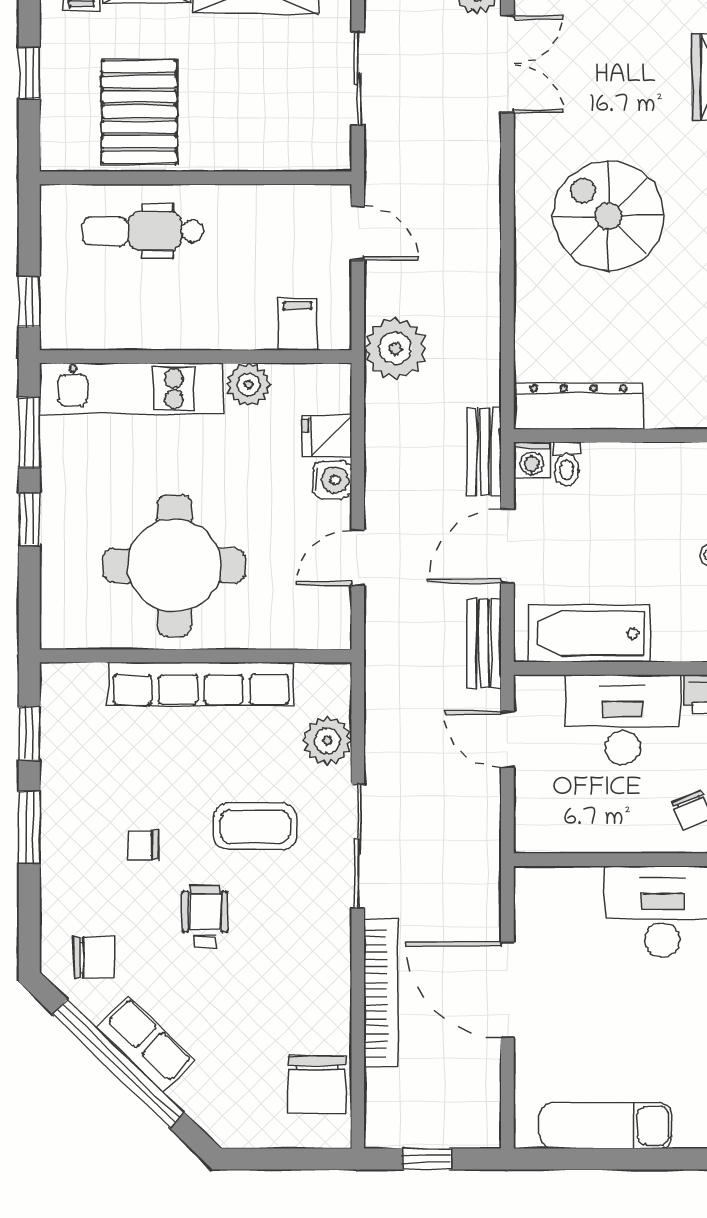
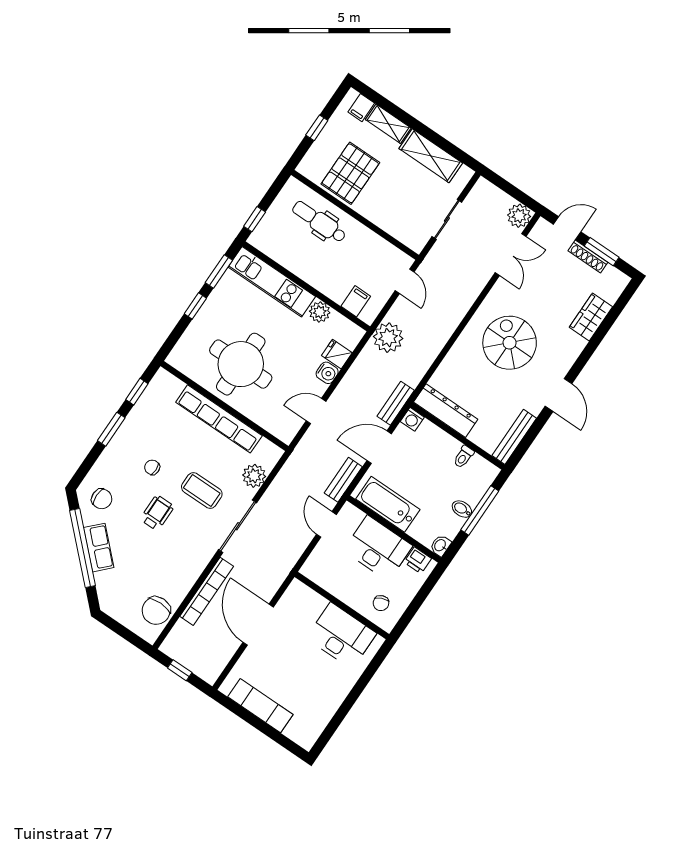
toilet: (567, 464) -> (464, 457), moved

